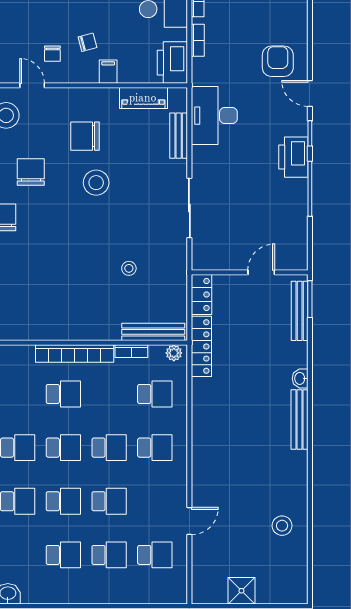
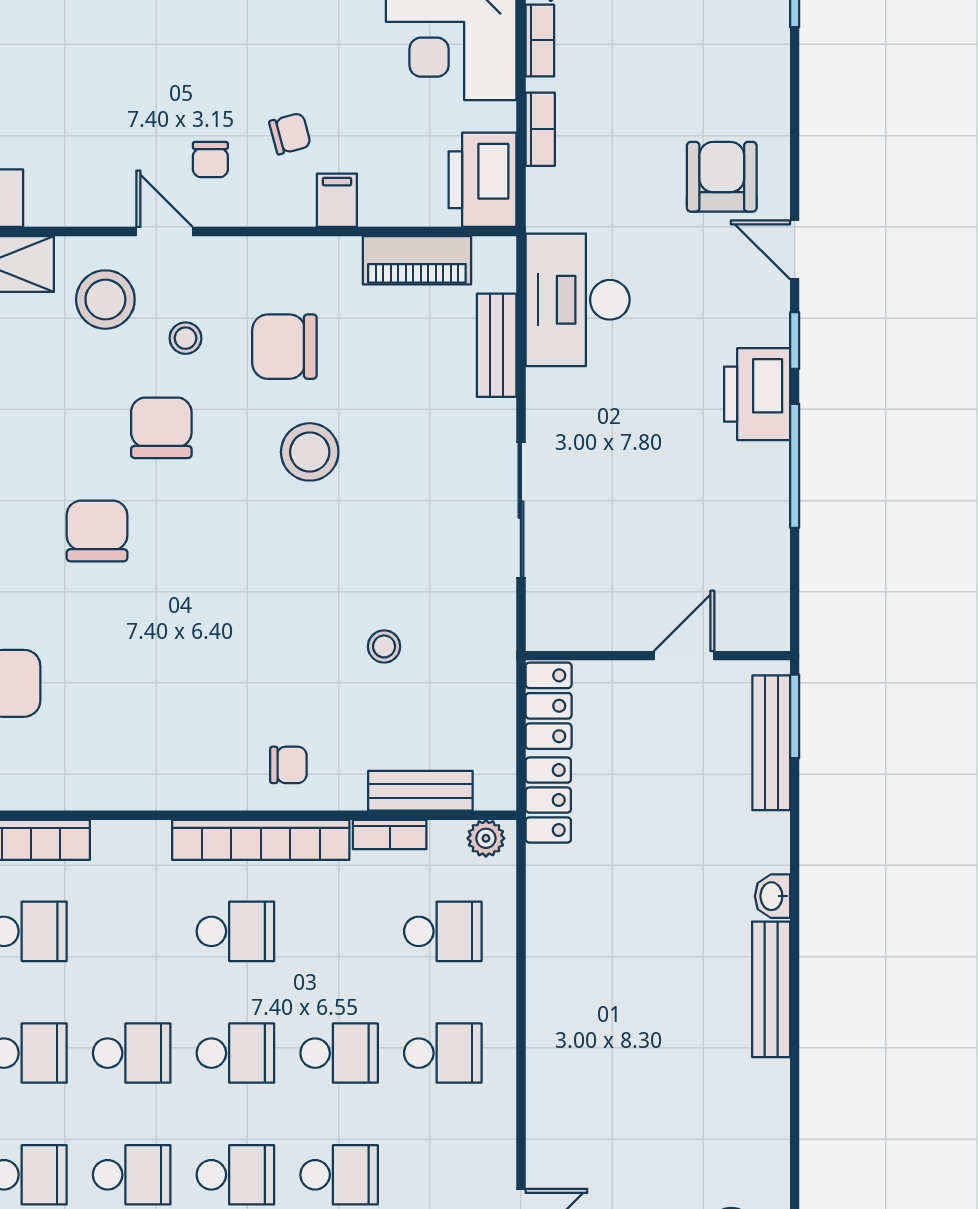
stool: (41, 132) -> (185, 338), added
chair: (87, 321) -> (288, 765), added
bench: (153, 332) -> (420, 791), width x0.73
locker: (201, 346) -> (548, 800), width x0.66

